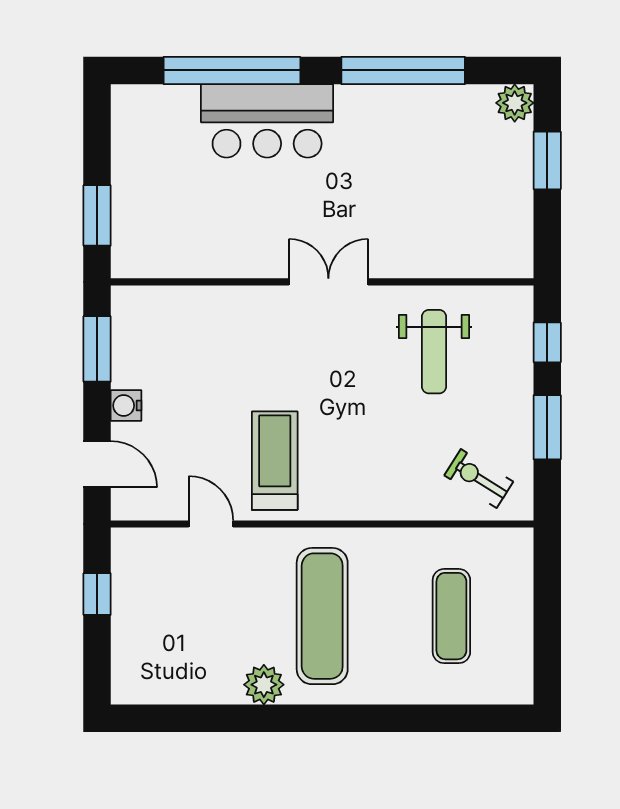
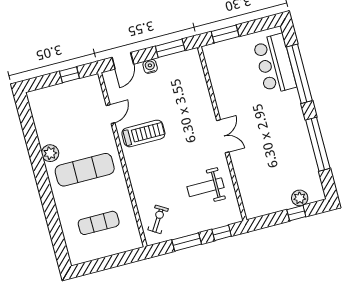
plant: (515, 103) -> (300, 198), moved
bar counter: (267, 121) -> (275, 64), moved
window: (547, 160) -> (296, 213), width x0.67

